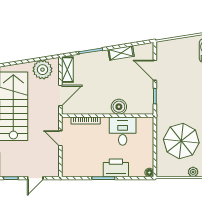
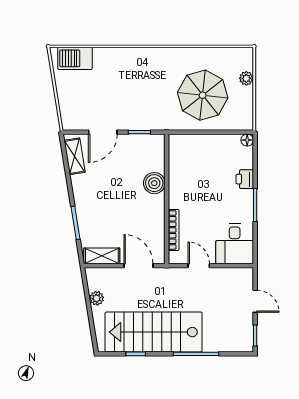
shelving: (121, 53) -> (75, 156), moved
plant: (42, 70) -> (97, 298), width x0.53, depth x0.53
desk: (123, 131) -> (235, 244), moved, turned -90
door: (60, 138) -> (199, 266), swing flipped
printer: (116, 168) -> (245, 179), width x0.53, depth x0.68

